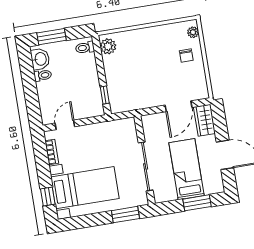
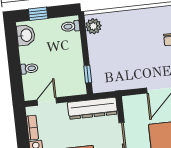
window: (51, 37) -> (38, 14), width x0.67
toilet: (43, 75) -> (29, 68), moved
dresser: (111, 129) -> (93, 108), added

